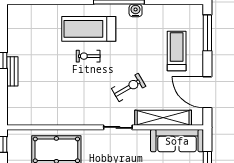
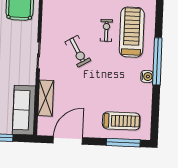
treadmill: (177, 51) -> (121, 121), moved
exercise bike: (129, 87) -> (78, 51), moved
shelving: (163, 118) -> (46, 98), width x0.68

